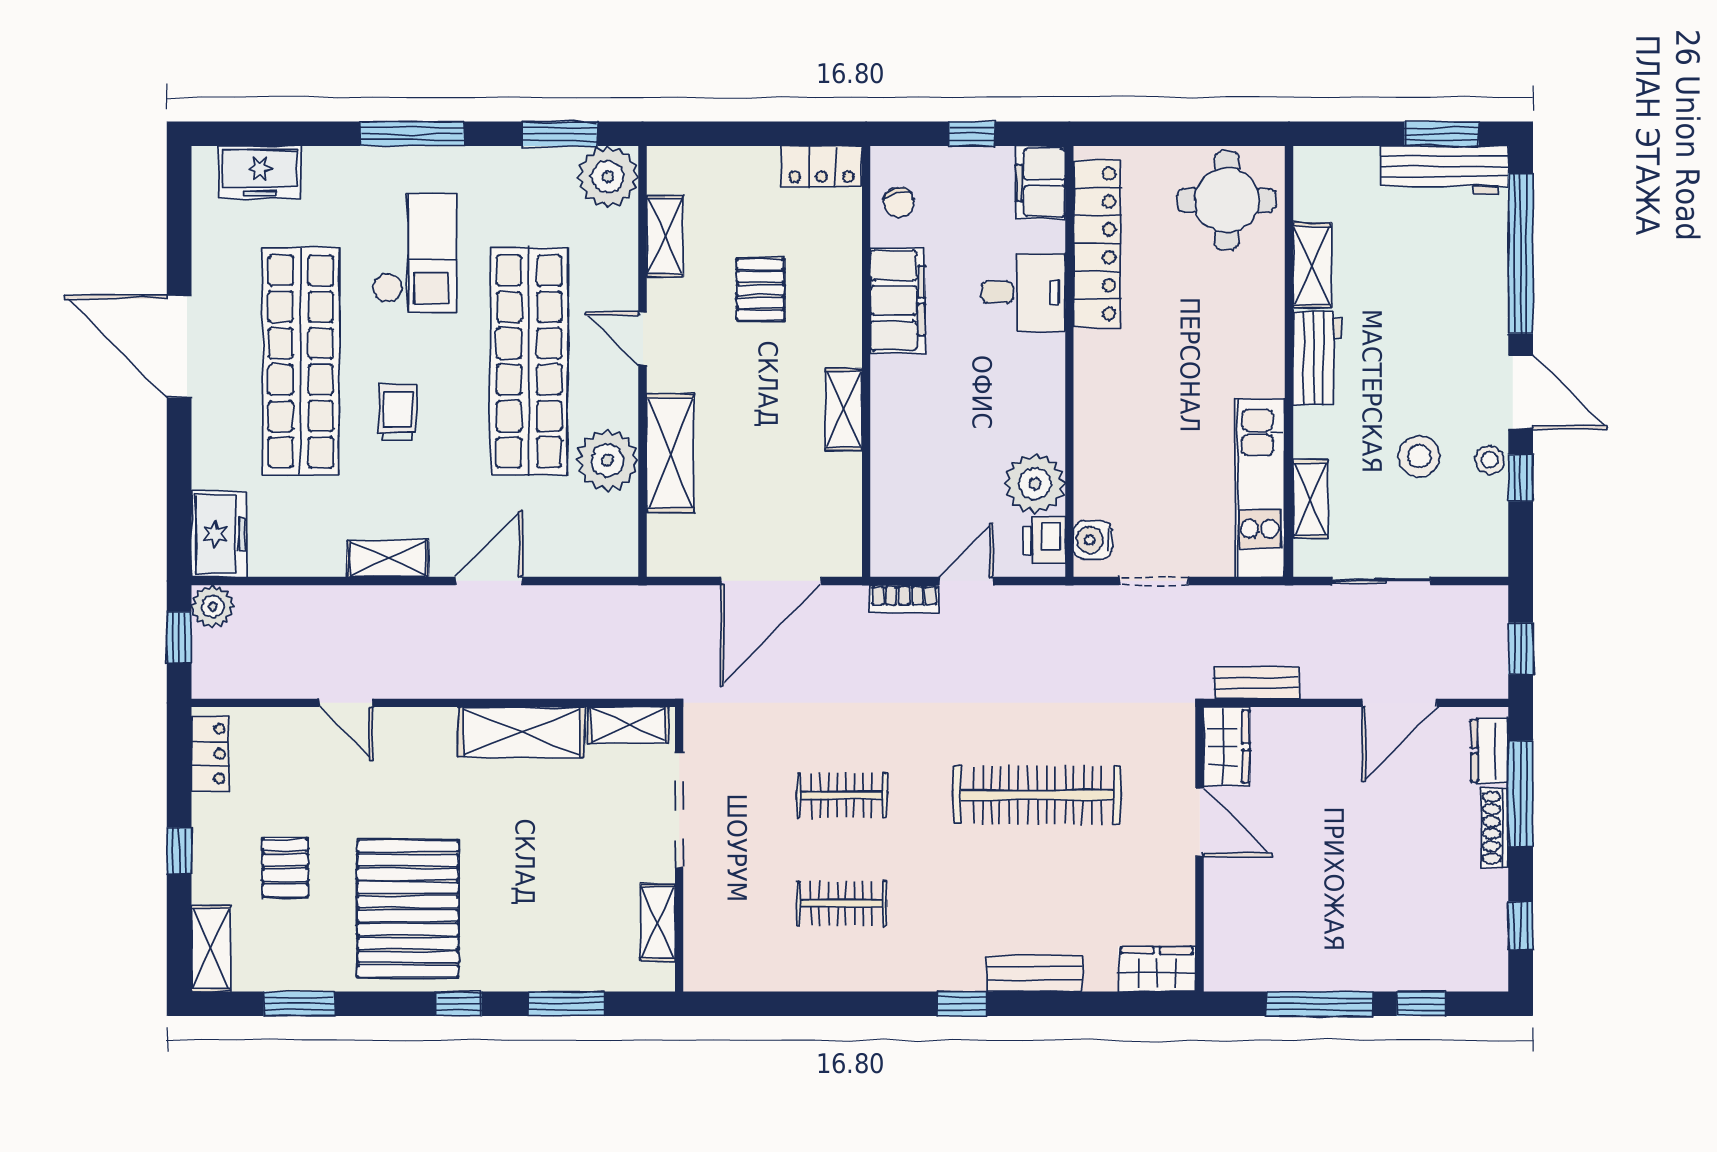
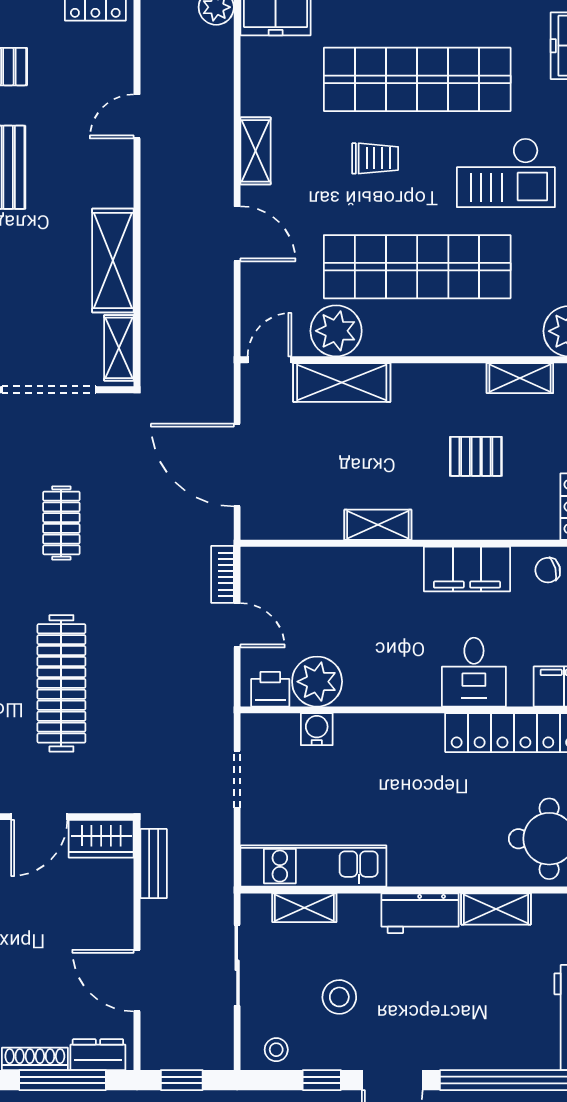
door: (643, 339) -> (270, 360), moved
stool: (1490, 460) -> (276, 1050), moved
water cooler: (1093, 540) -> (317, 729), moved

